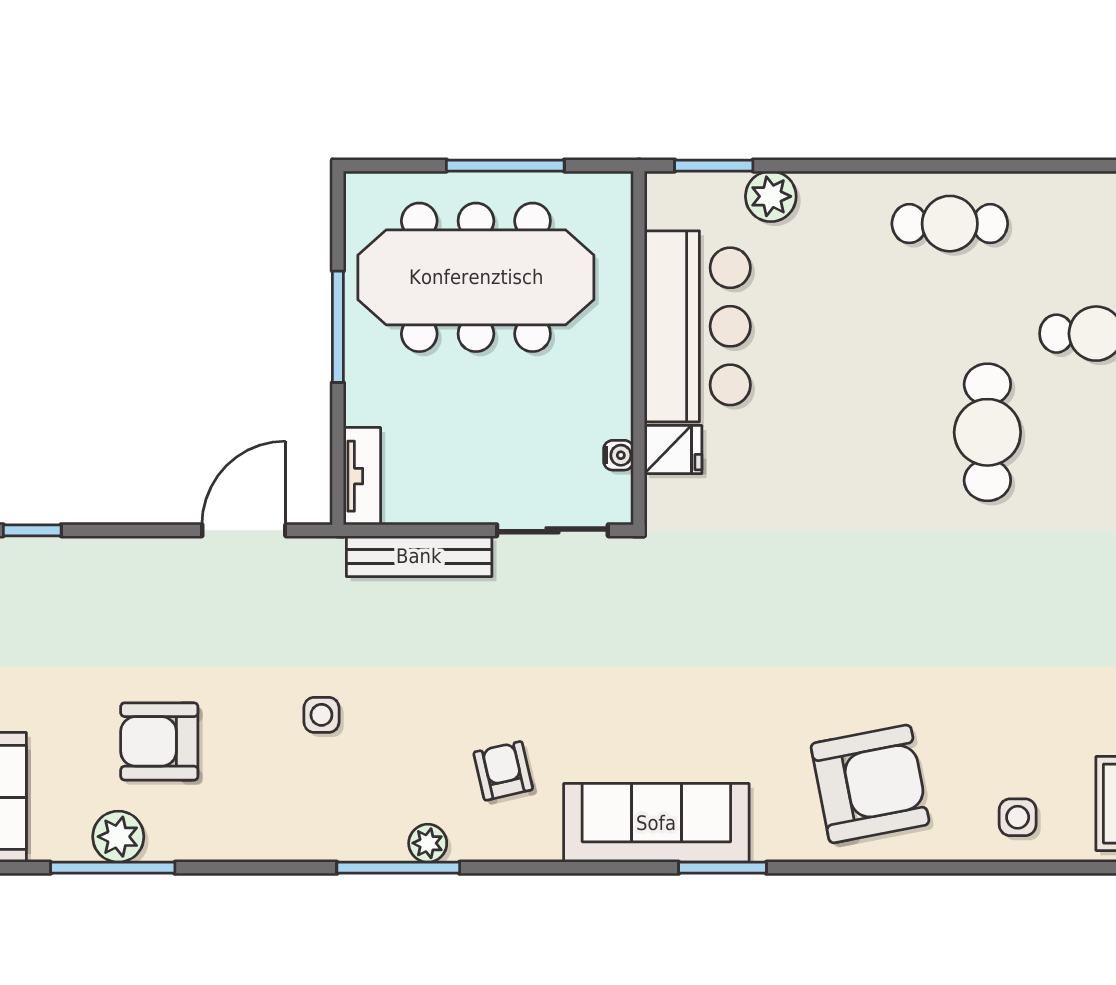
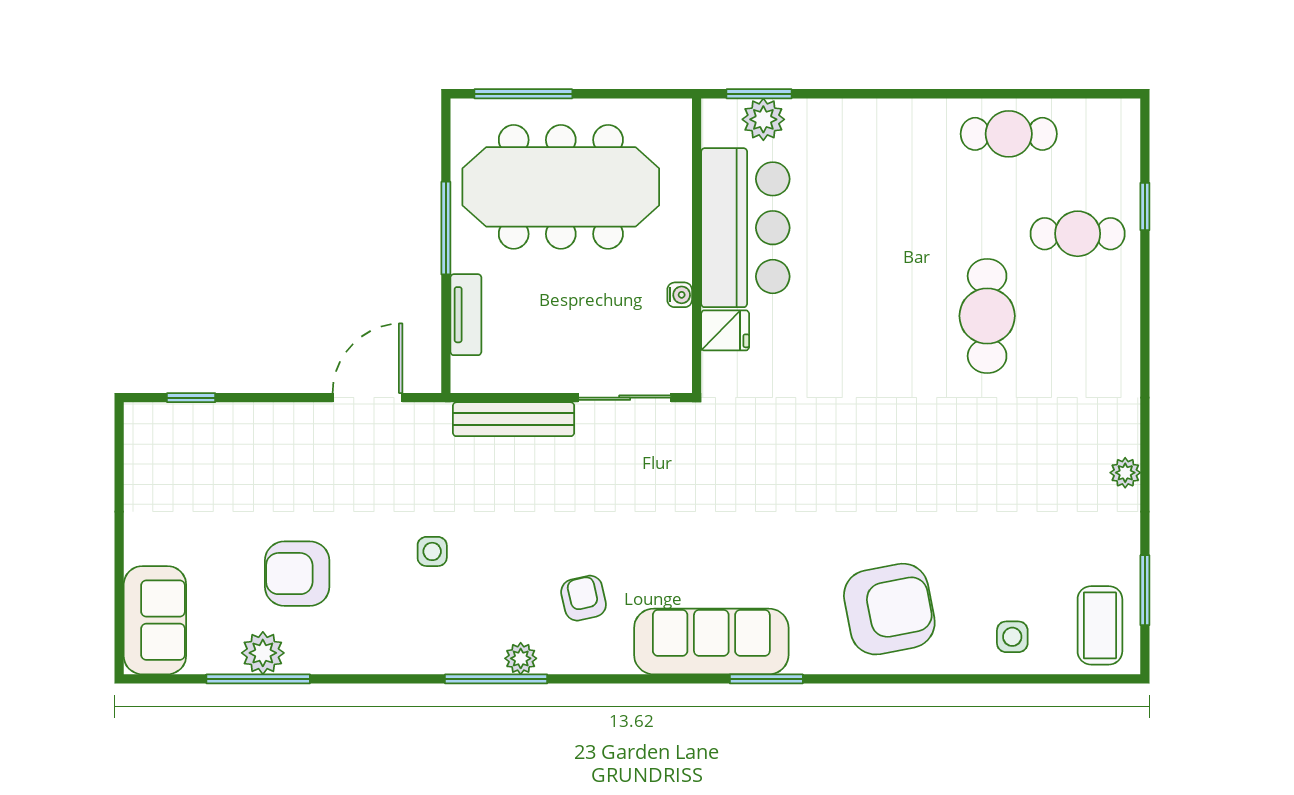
window: (505, 166) -> (523, 94), moved
plant: (771, 196) -> (763, 119), moved
cafe table: (950, 224) -> (1009, 134), moved
water cooler: (618, 455) -> (680, 295), moved
tv unit: (362, 476) -> (466, 315), moved

